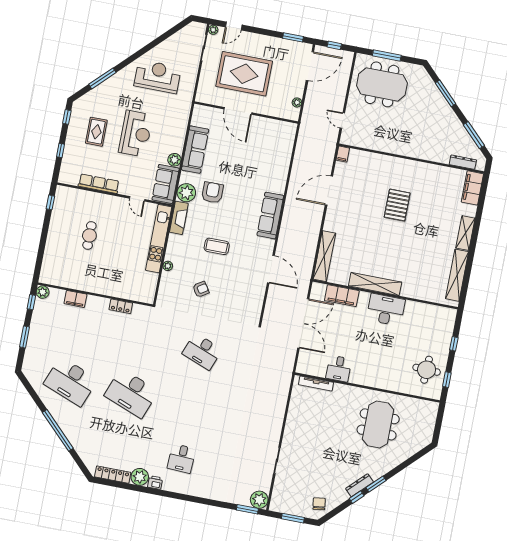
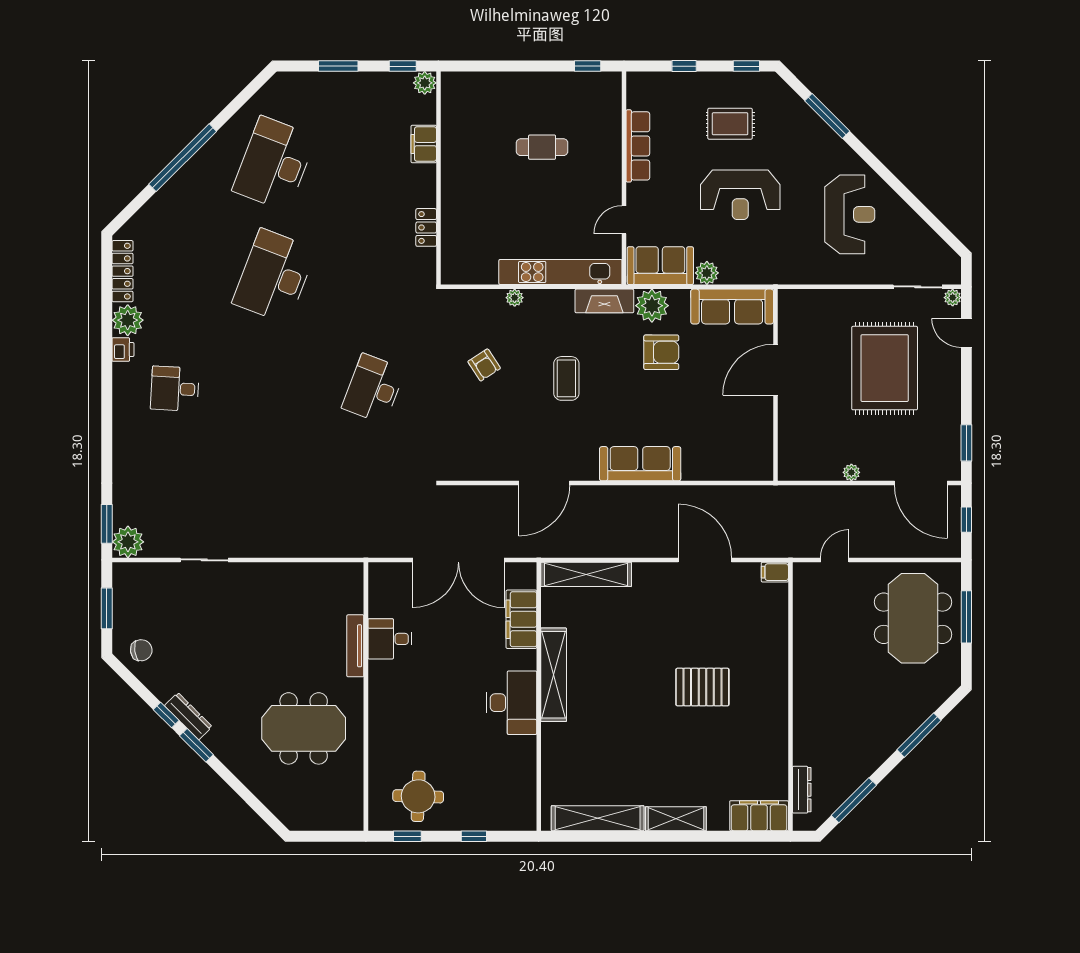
door: (238, 111) -> (775, 370), moved
wall: (246, 112) -> (775, 385), moved
tv unit: (316, 384) -> (355, 646), moved

